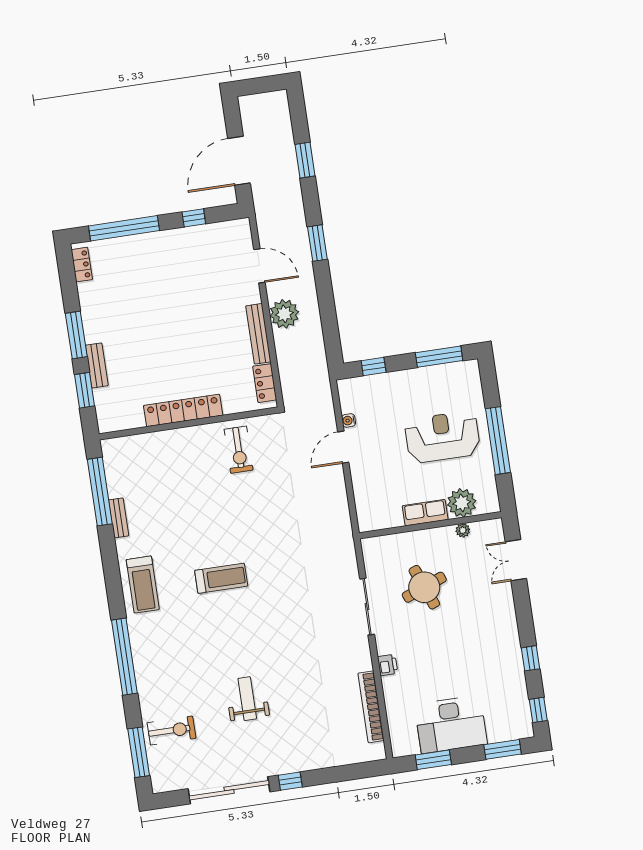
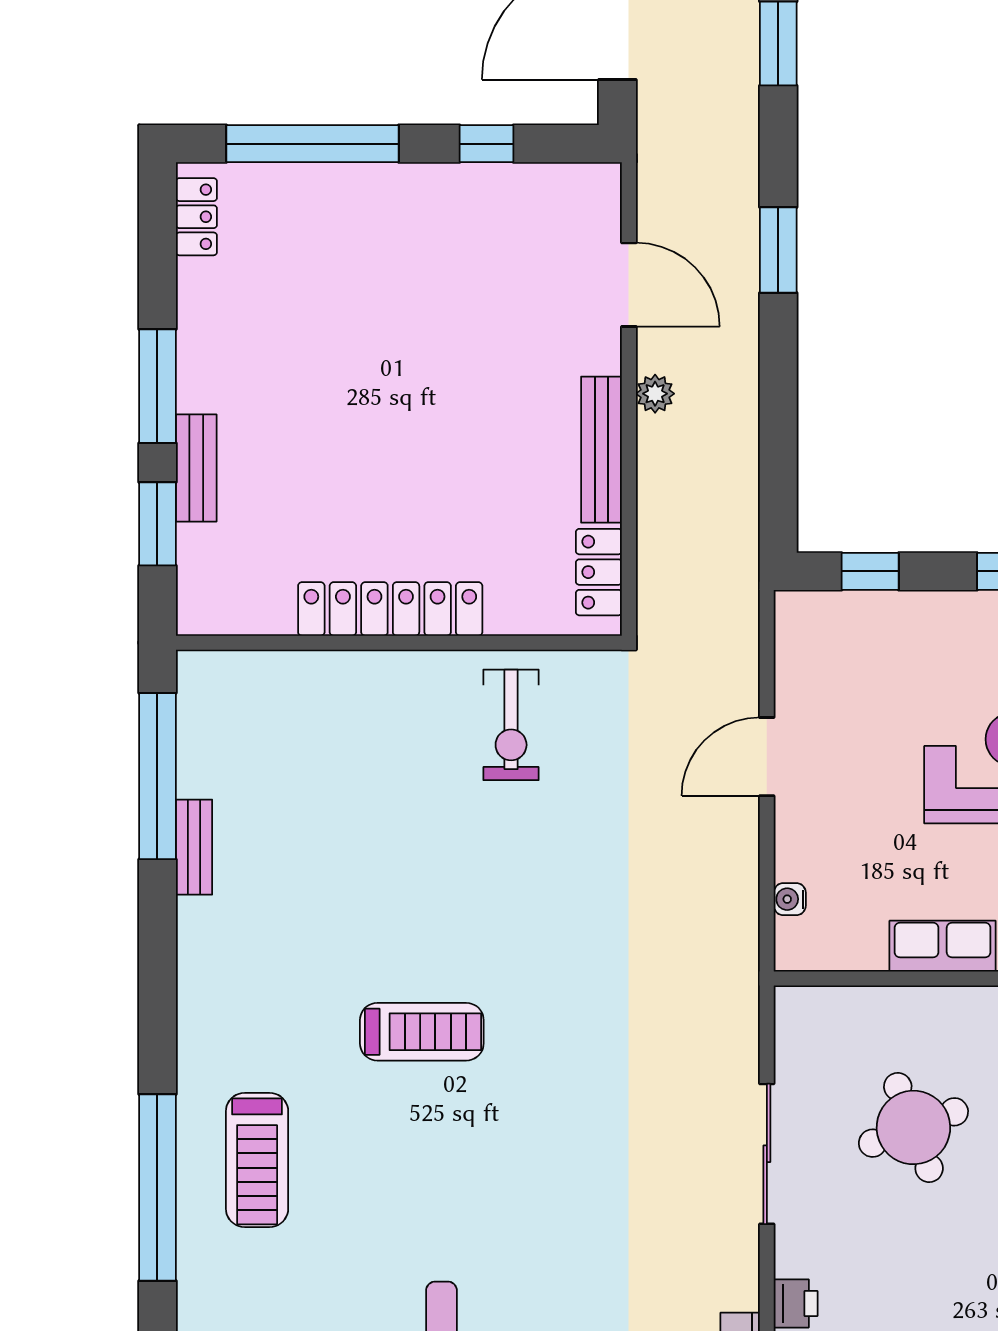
plant: (284, 314) -> (655, 394), width x0.53, depth x0.53
water cooler: (349, 420) -> (790, 899), moved
treadmill: (143, 585) -> (257, 1160), moved

